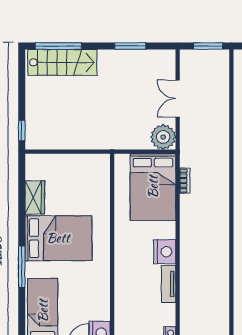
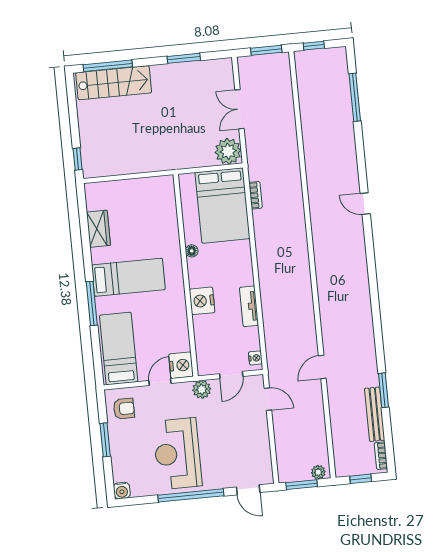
floor lamp: (120, 227) -> (192, 251), added
bed: (58, 238) -> (128, 277), width x0.67
nightstand: (165, 252) -> (202, 301), moved, turned 180

